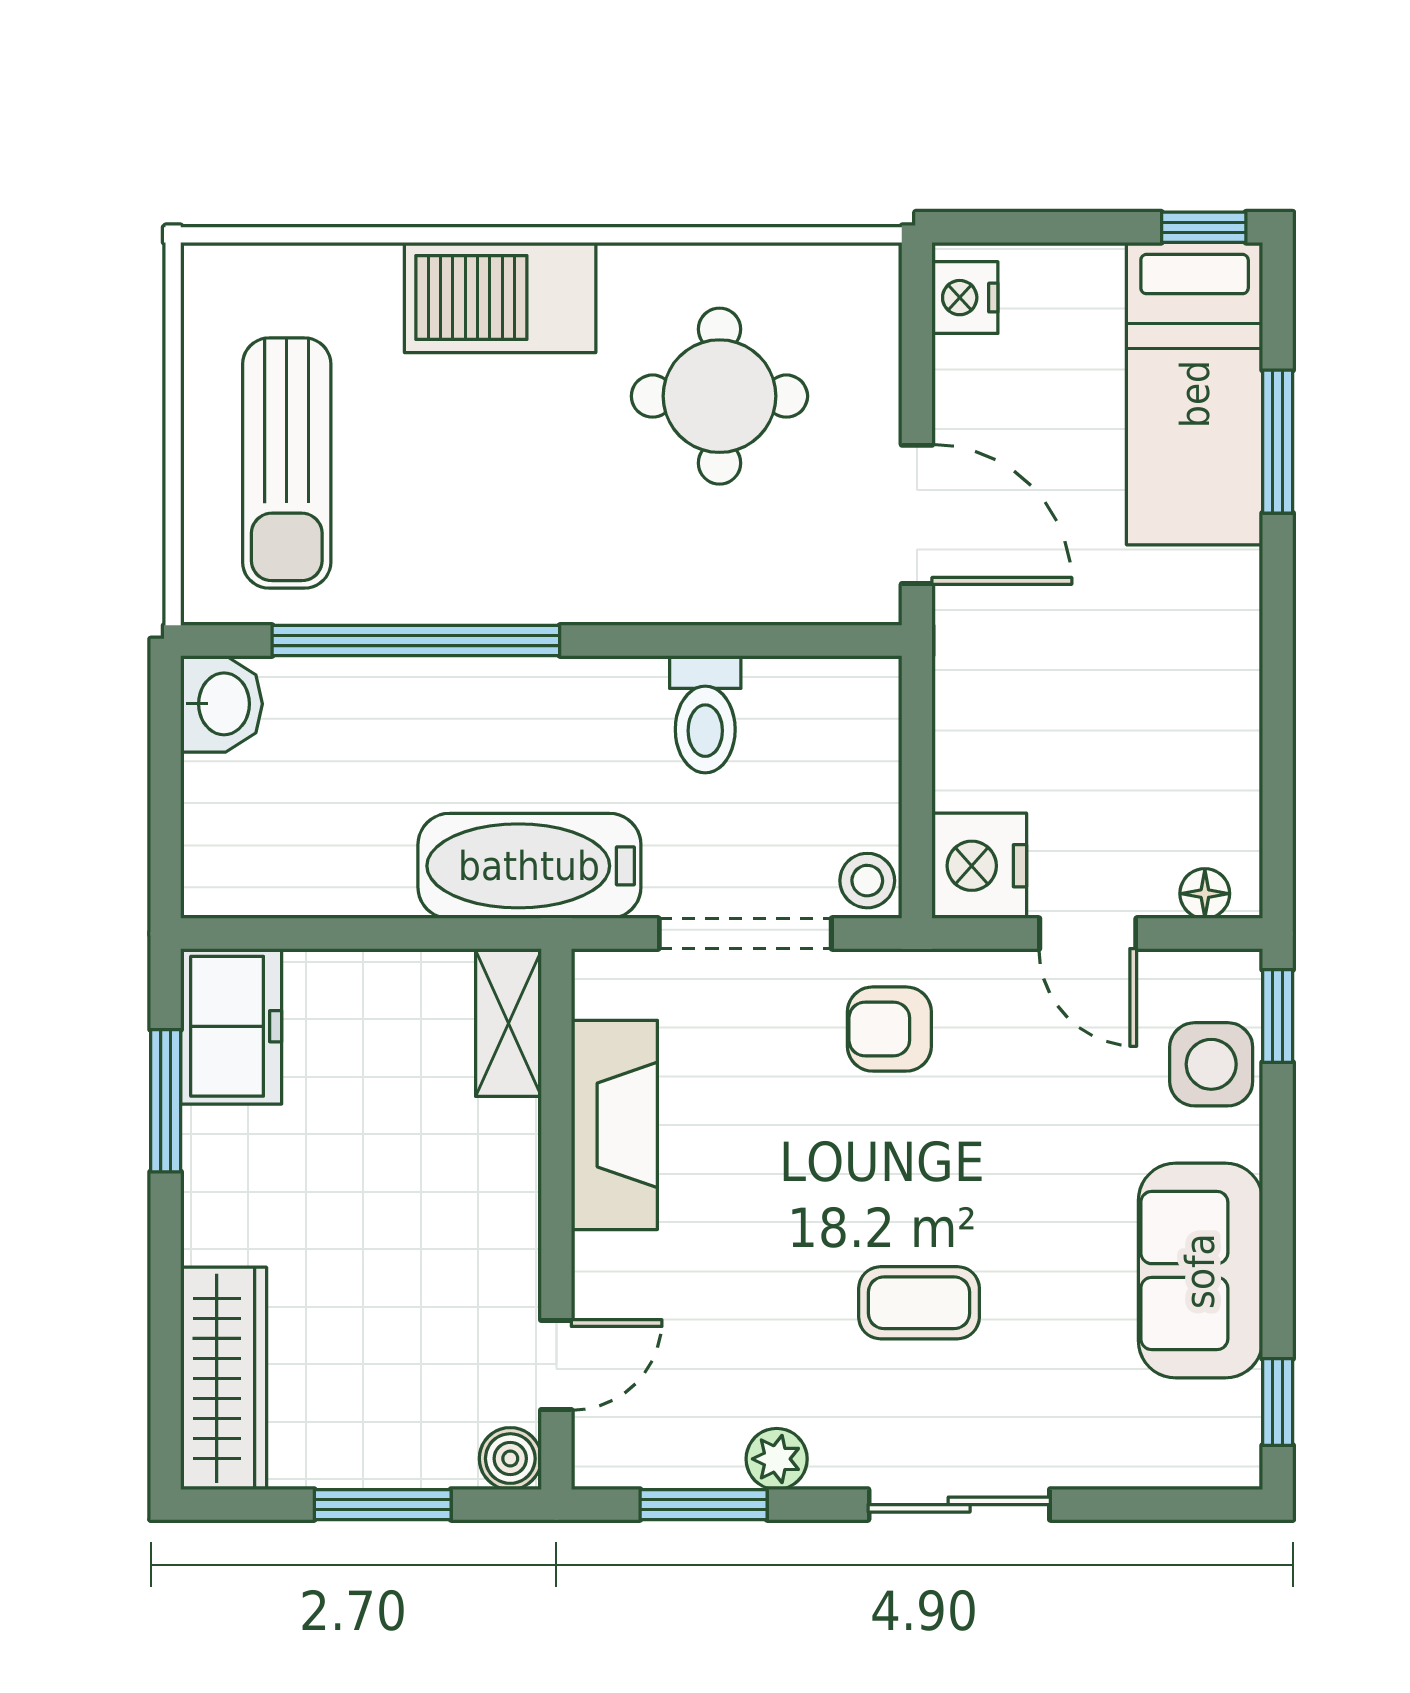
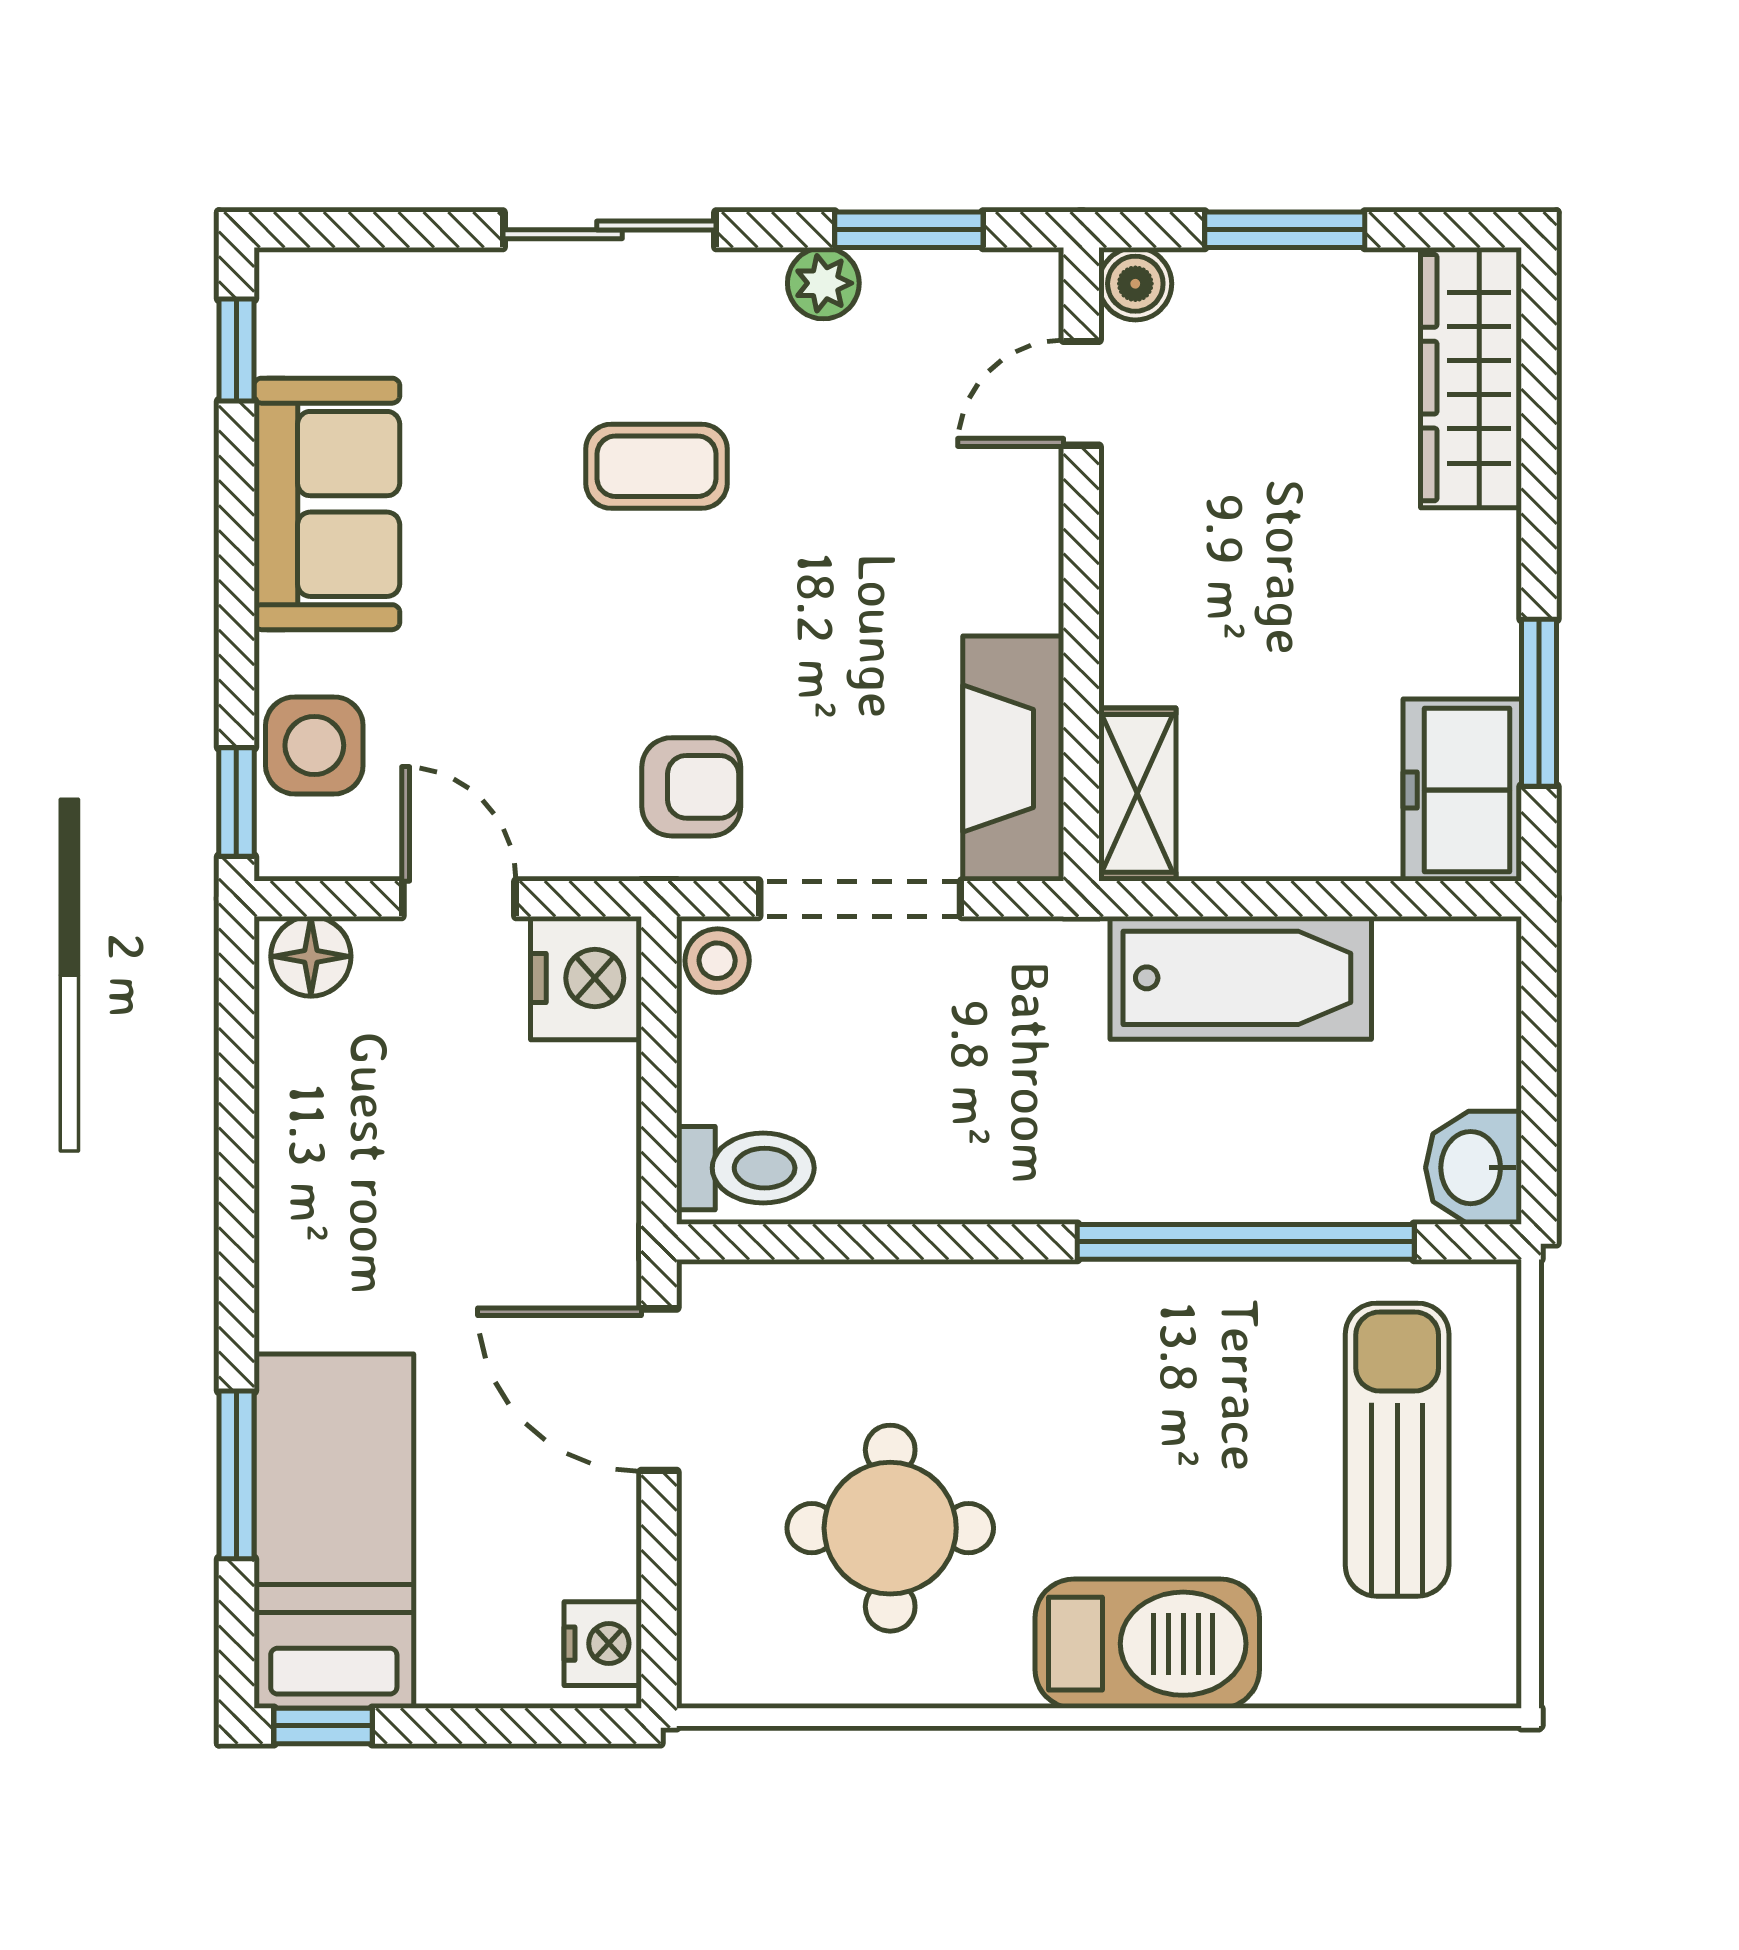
toilet: (705, 714) -> (745, 1168), moved, turned 90
bathtub: (529, 866) -> (1241, 978), moved
floor lamp: (1205, 894) -> (311, 956), width x1.37, depth x1.37
fireplace: (614, 1125) -> (1013, 758), moved

